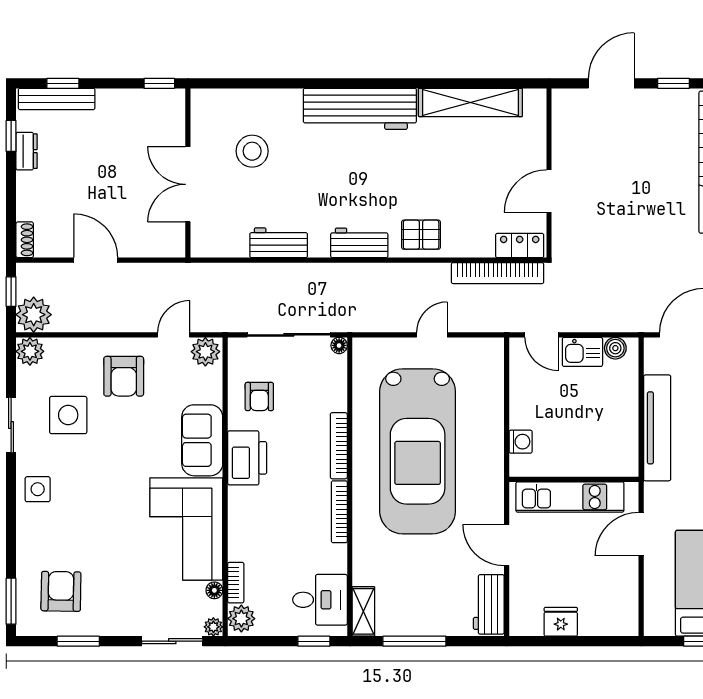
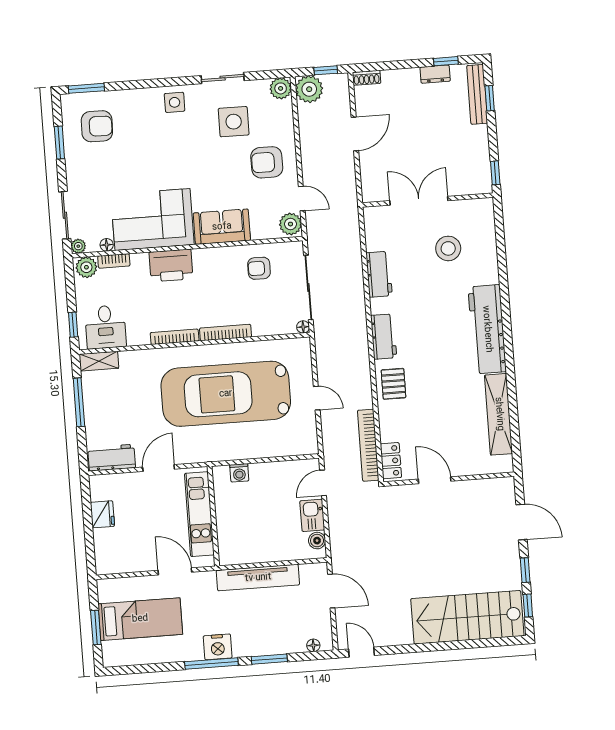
printer: (247, 458) -> (171, 265), moved

